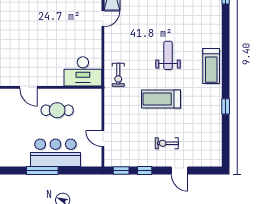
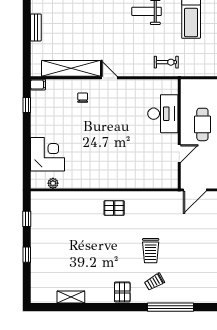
desk: (83, 71) -> (163, 114), moved

